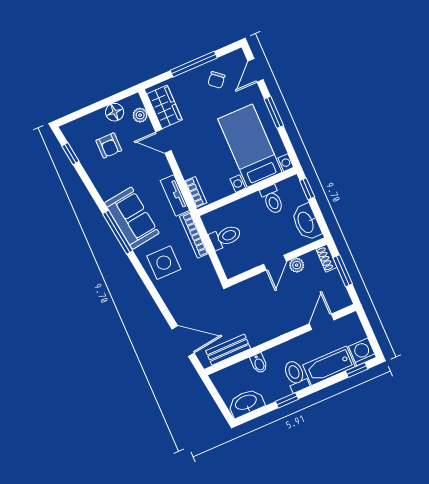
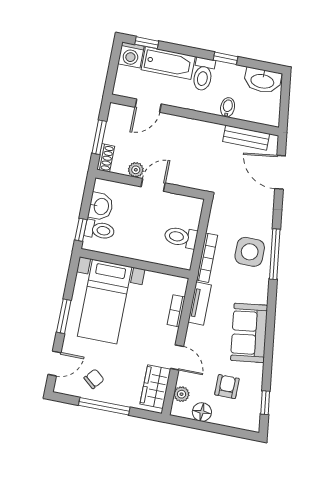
bookcase: (196, 192) -> (176, 311), moved
toilet: (272, 200) -> (99, 230), moved, turned 90
sofa: (132, 218) -> (249, 333), moved
washbasin: (306, 222) -> (101, 206), width x0.72
window: (118, 232) -> (275, 254), moved

